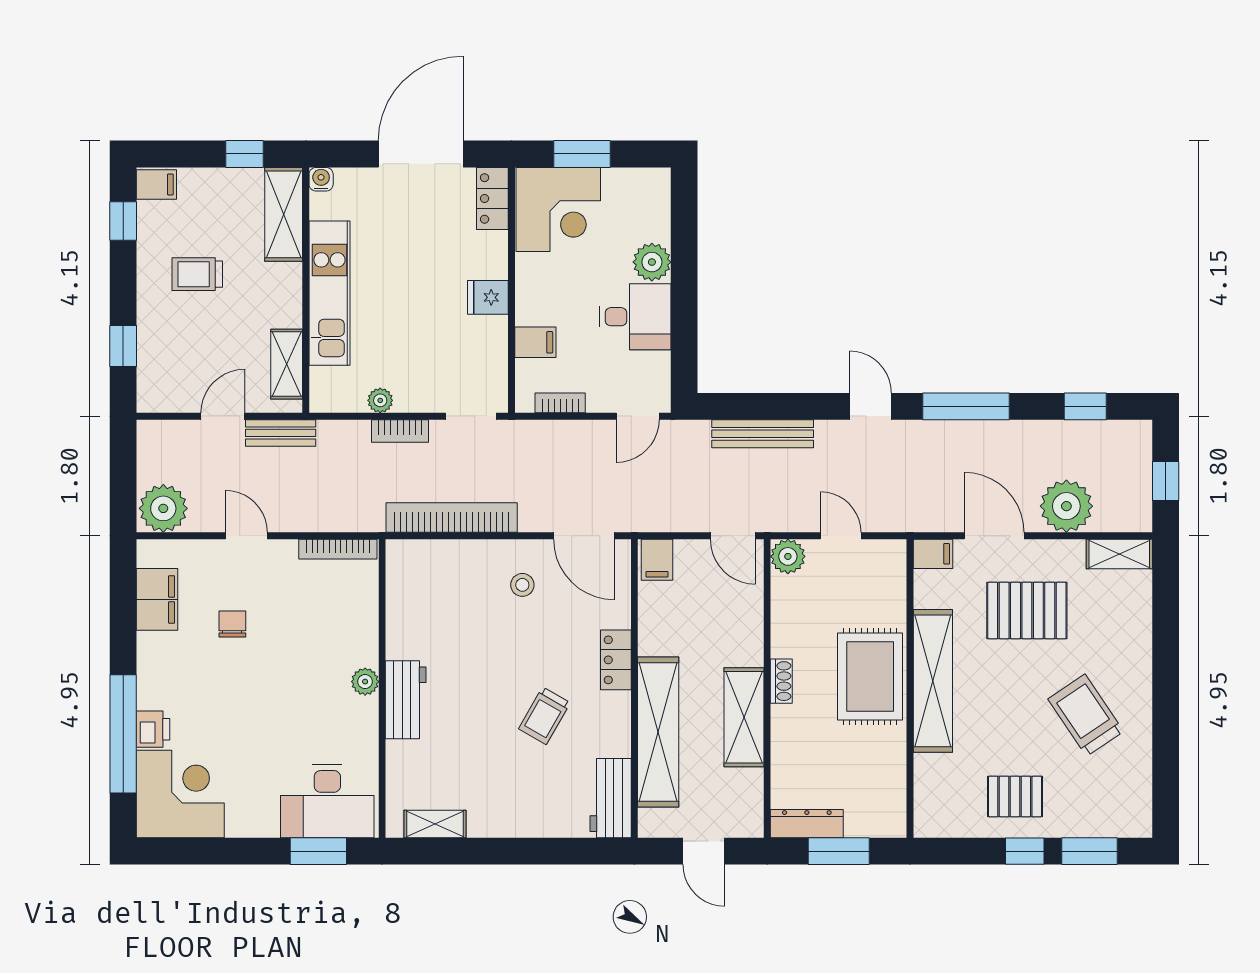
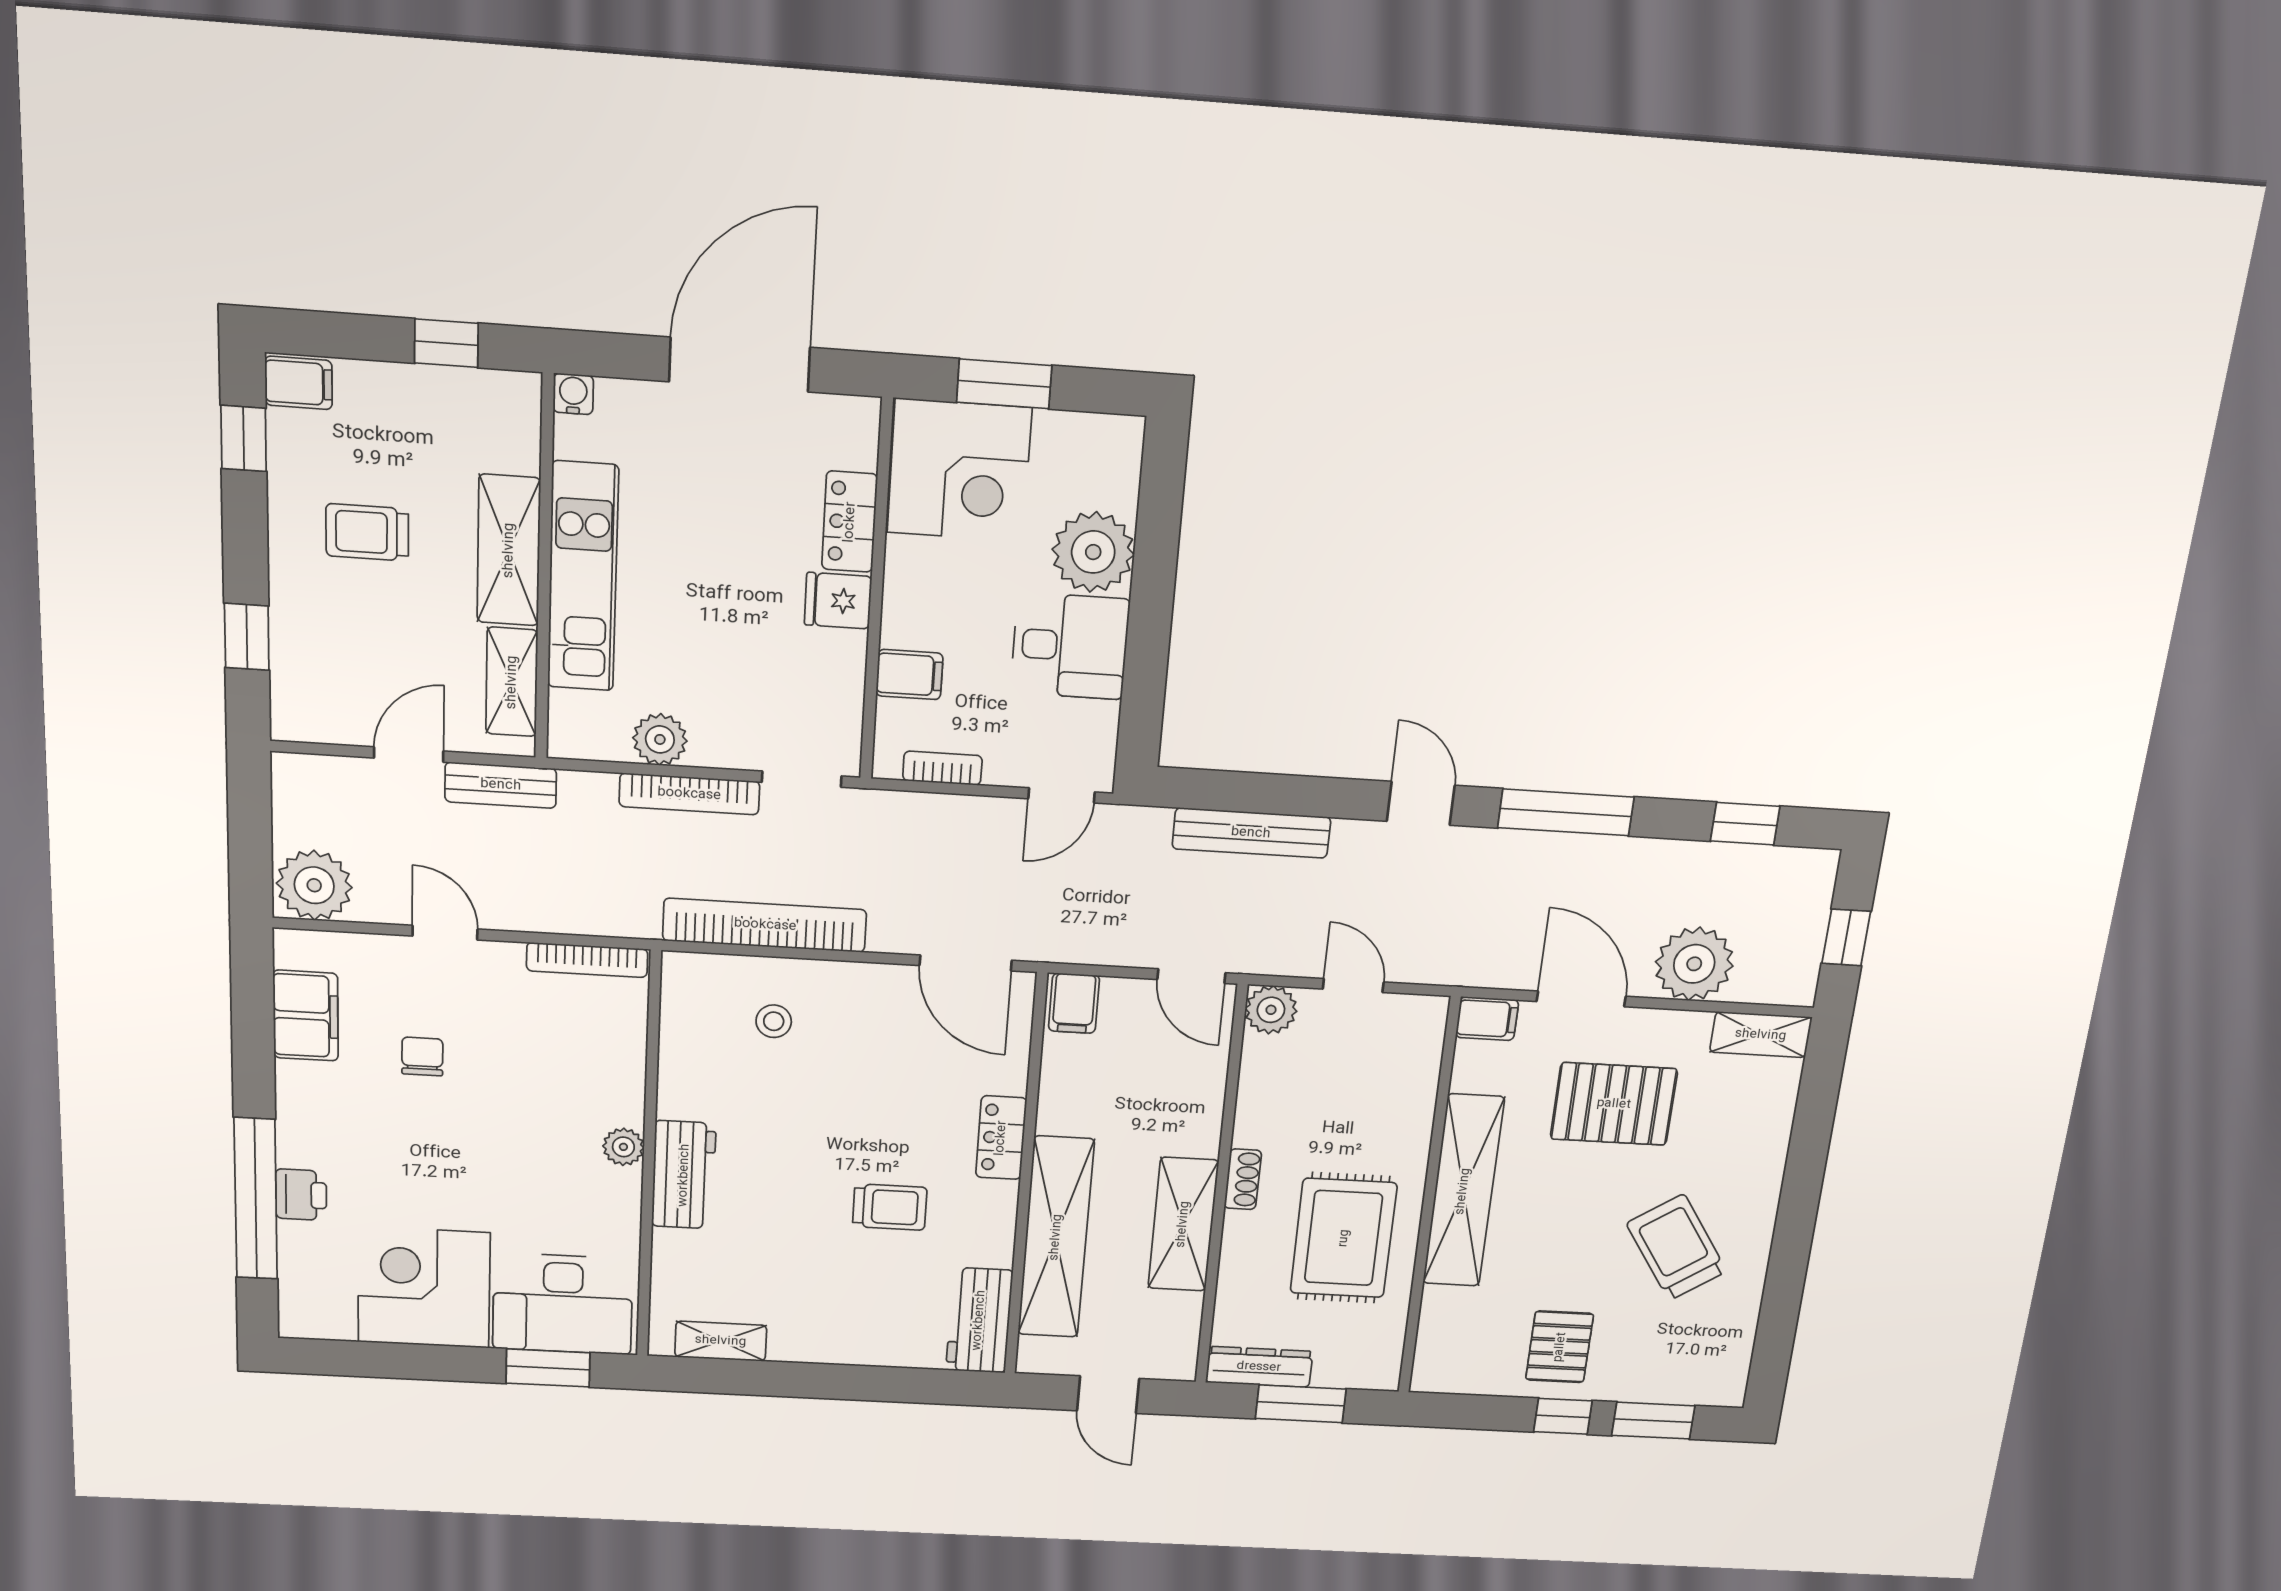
locker: (492, 198) -> (850, 522), moved
shelving: (284, 214) -> (509, 550), moved
plant: (652, 262) -> (1093, 552), width x1.36, depth x1.36
plant: (380, 400) -> (660, 739), width x1.38, depth x1.38
bookcase: (400, 431) -> (689, 794), width x1.56
stool: (522, 585) -> (774, 1021), moved
rug: (870, 677) -> (1344, 1238), moved
trolley: (544, 716) -> (890, 1207), turned -120
corner desk: (180, 794) -> (424, 1287), moved, turned -90
pallet: (1015, 796) -> (1560, 1347), turned 90

